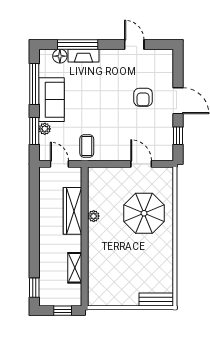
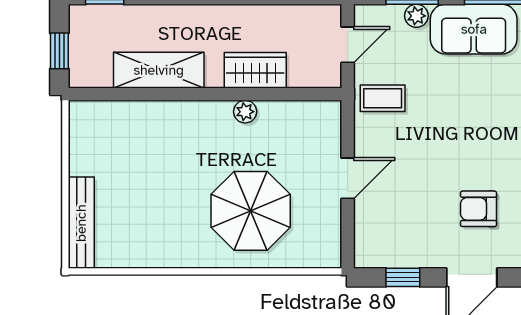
door: (141, 164) -> (348, 178), moved
wardrobe: (73, 211) -> (255, 70), width x0.67
shelving: (75, 268) -> (159, 70), width x1.50, depth x1.33
bench: (156, 300) -> (81, 223), width x1.36

